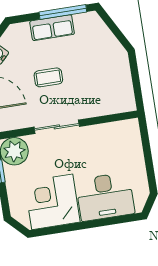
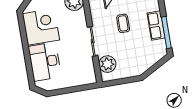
plant: (110, 102) -> (107, 64), added
sliding door: (57, 127) -> (93, 41), moved

